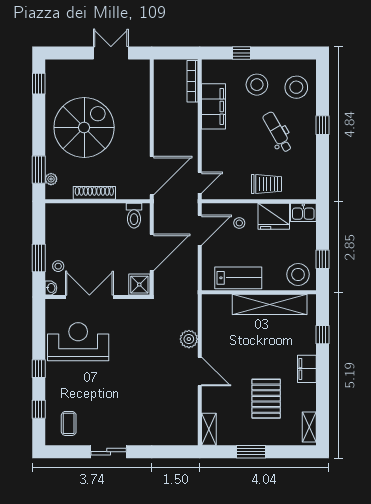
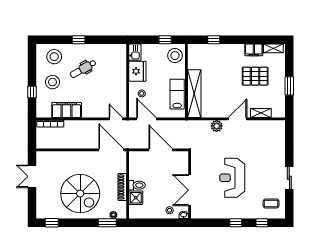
spiral stairs: (84, 127) -> (80, 194), turned 180
trolley: (267, 184) -> (117, 76), removed
toilet: (134, 216) -> (137, 185), moved
window: (39, 258) -> (164, 223), removed
shower: (139, 285) -> (136, 198), moved
shelving: (270, 304) -> (194, 94), moved
reception desk: (78, 342) -> (232, 178), moved
filing cabinet: (307, 369) -> (254, 50), moved
shelving: (209, 429) -> (261, 113), moved

